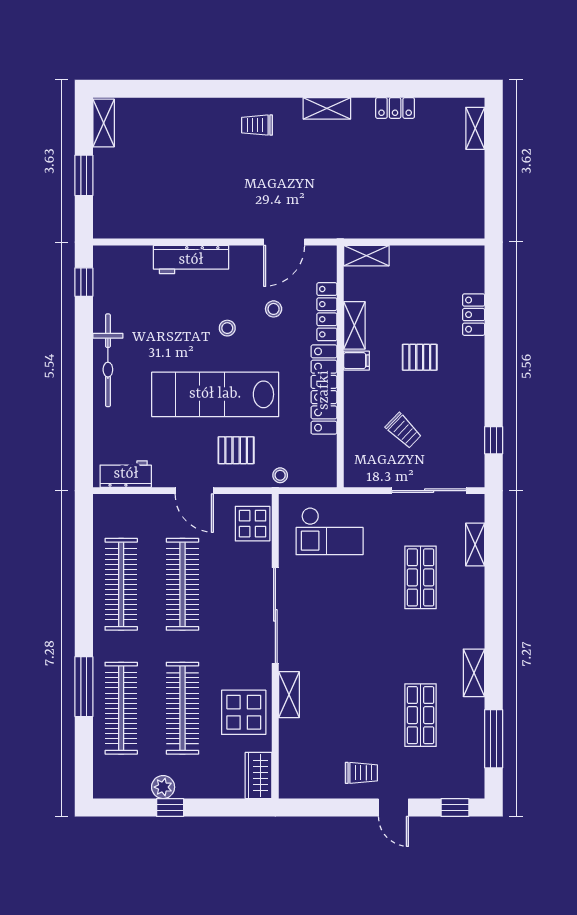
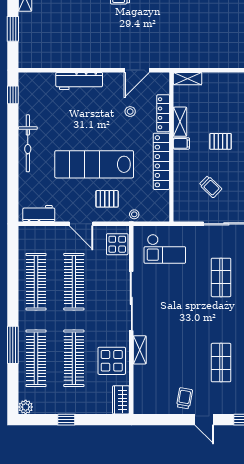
stool: (227, 328) -> (102, 123), removed
trolley: (361, 773) -> (184, 398), turned -80
plant: (163, 787) -> (26, 407), moved

